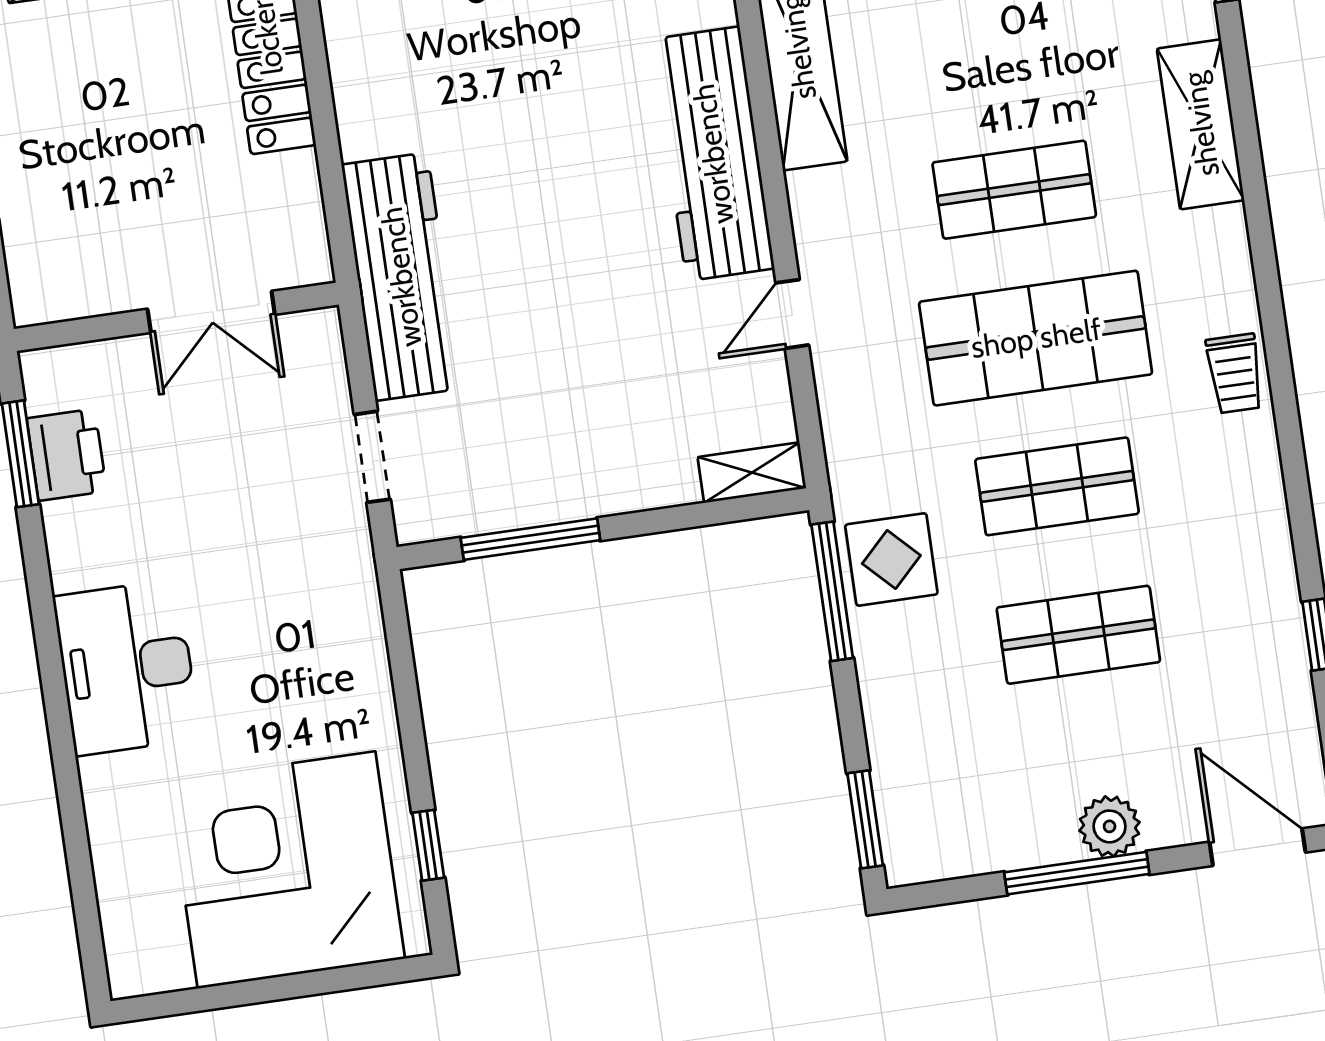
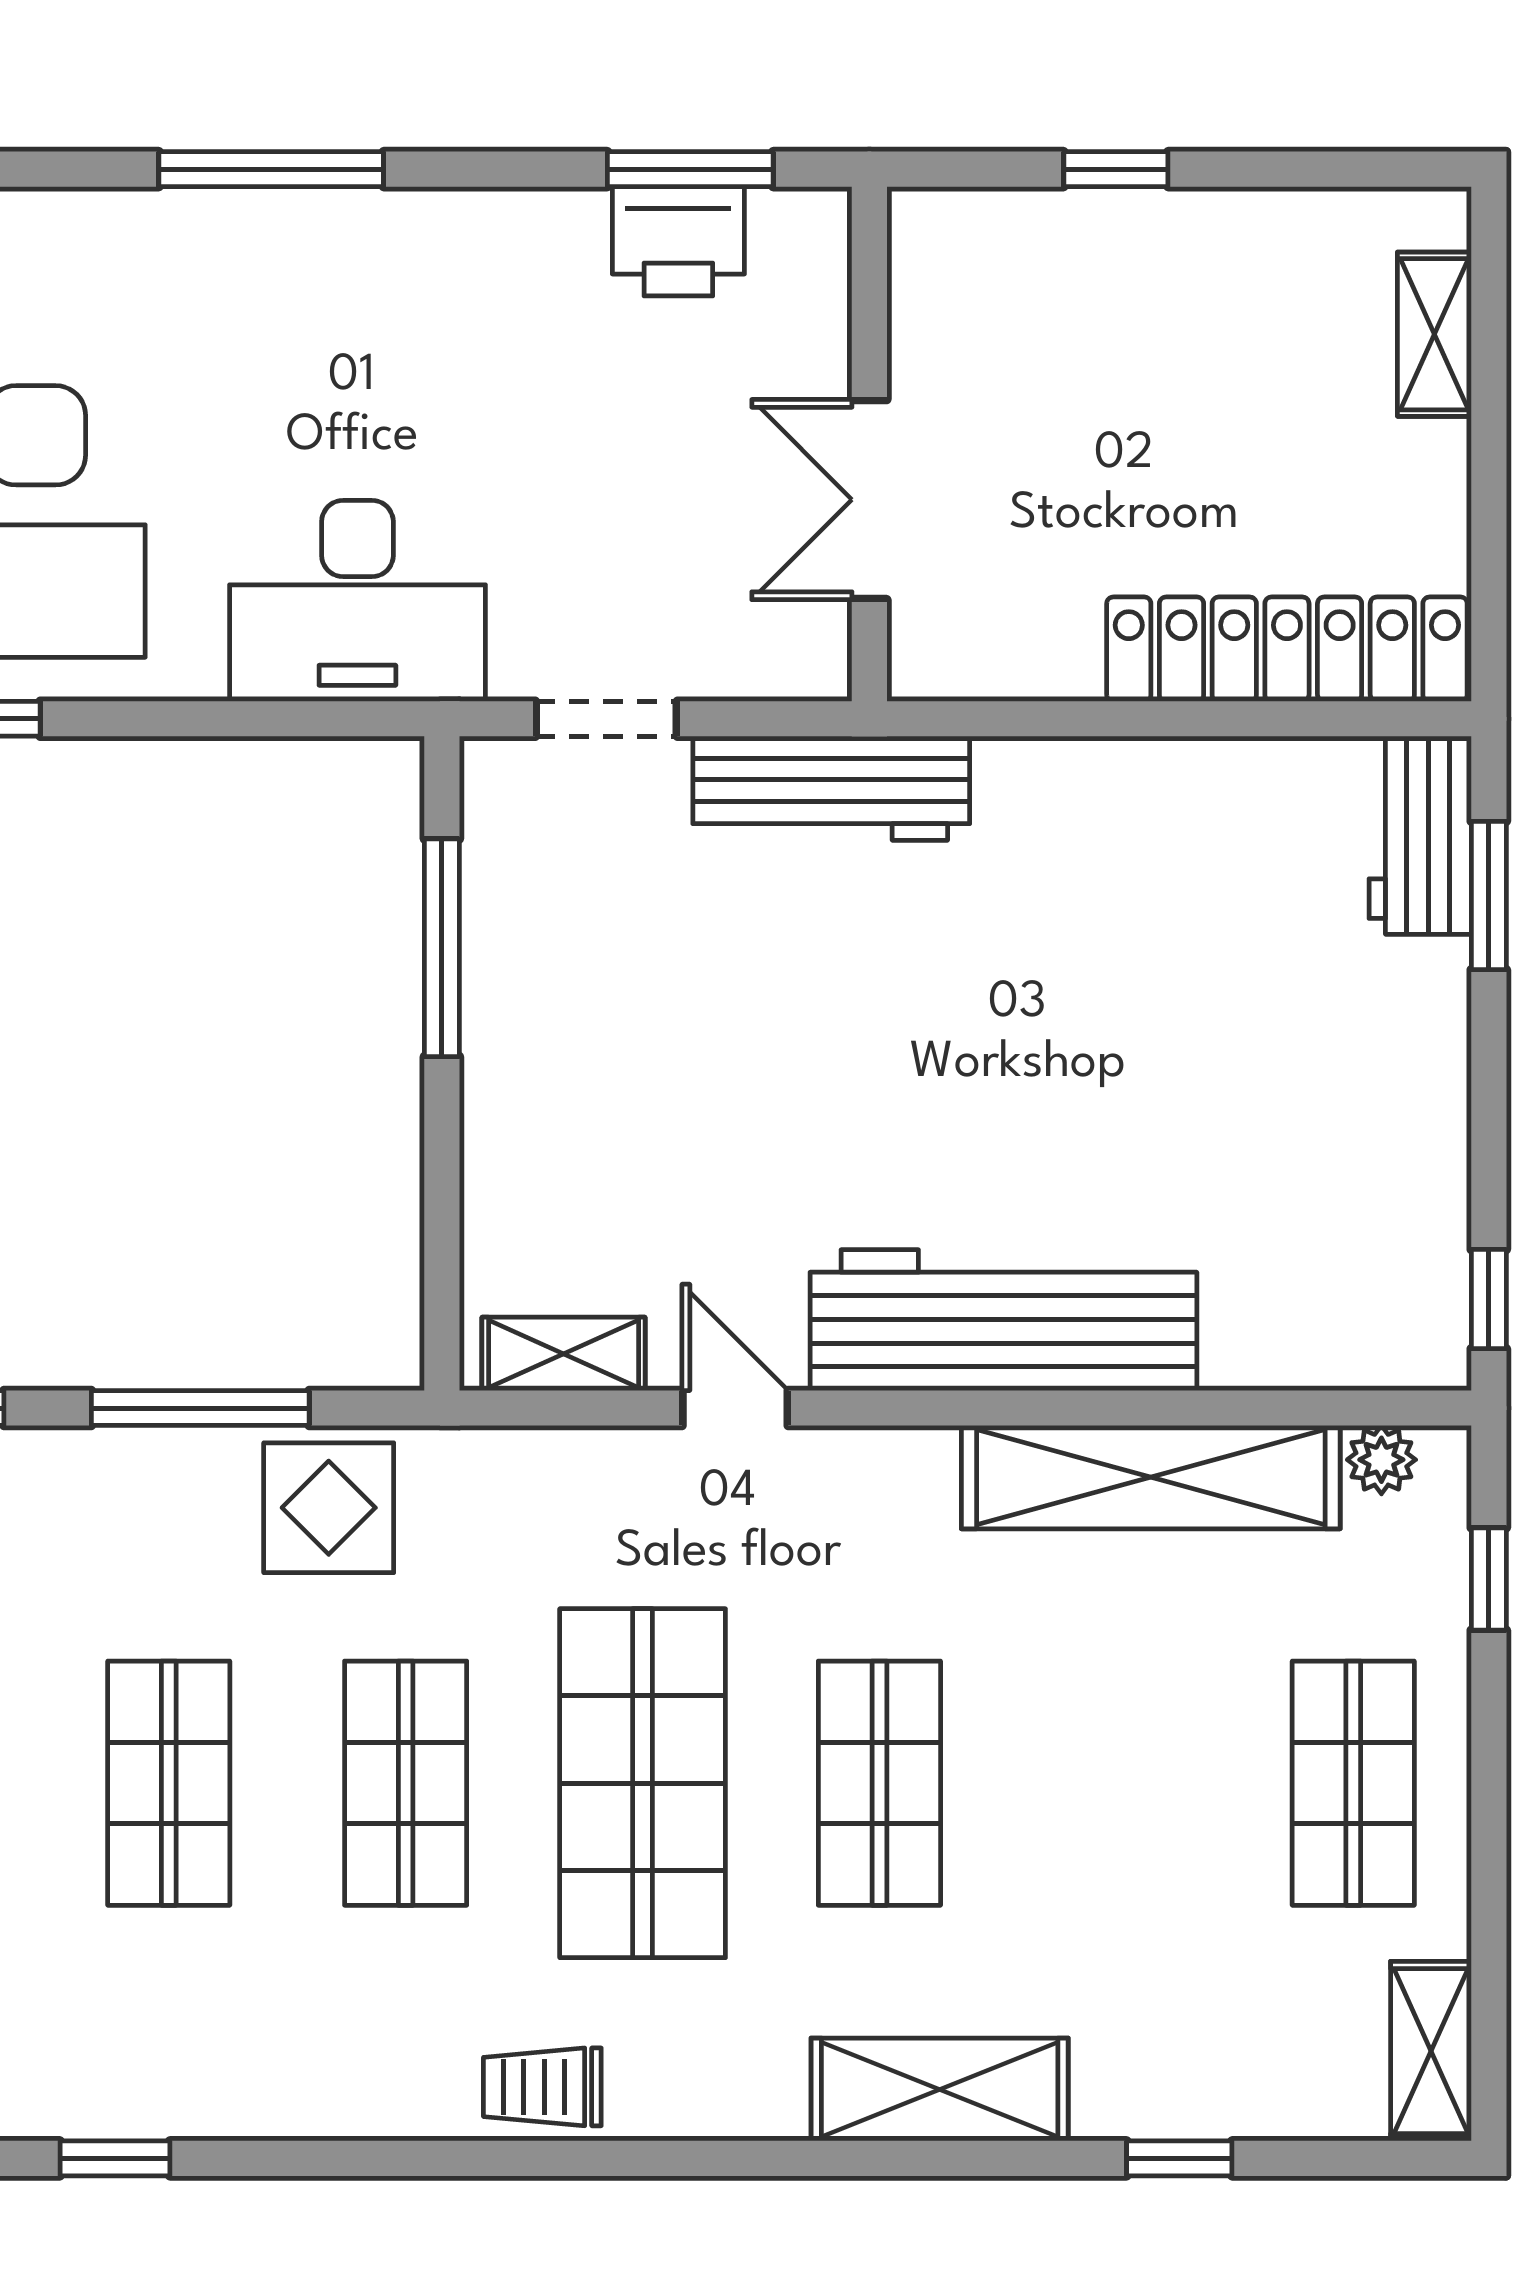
workbench: (401, 277) -> (831, 788), width x0.73, depth x0.76
shelving: (752, 473) -> (564, 1354), moved, turned 90
window: (832, 591) -> (200, 1408), moved
desk: (127, 668) -> (357, 601), moved, turned 180
window: (58, 716) -> (271, 169), added

